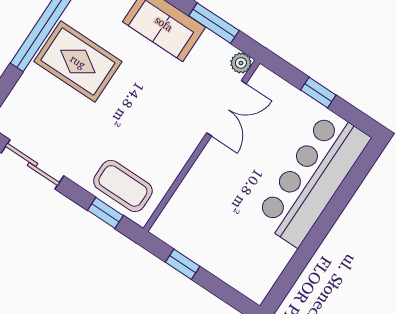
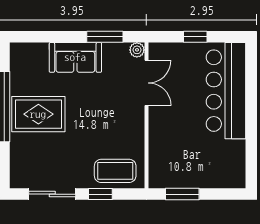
window: (105, 213) -> (100, 194), moved
window: (183, 264) -> (182, 194), width x1.50

